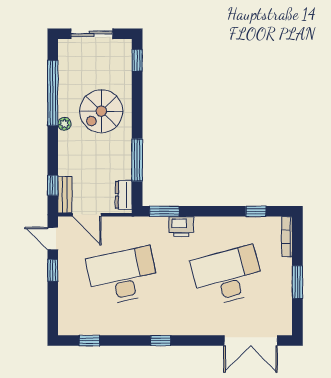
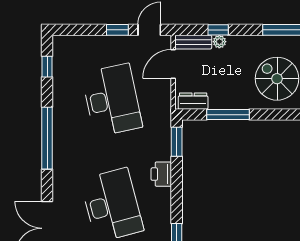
plant: (64, 124) -> (219, 42), moved
window: (53, 185) -> (218, 30), moved
printer: (181, 227) -> (161, 174), moved
window: (161, 341) -> (47, 138), width x3.17

